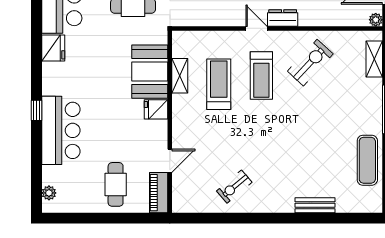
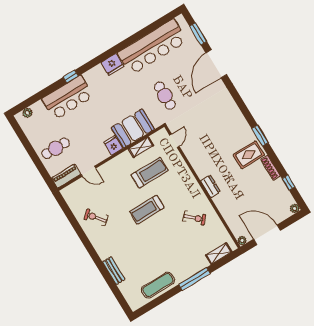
door: (256, 28) -> (174, 141), moved
exercise bike: (310, 63) -> (194, 218), width x0.73, depth x0.72
treadmill: (261, 75) -> (147, 210), moved

